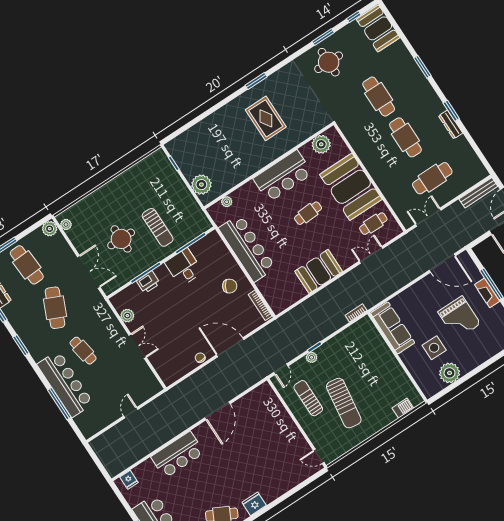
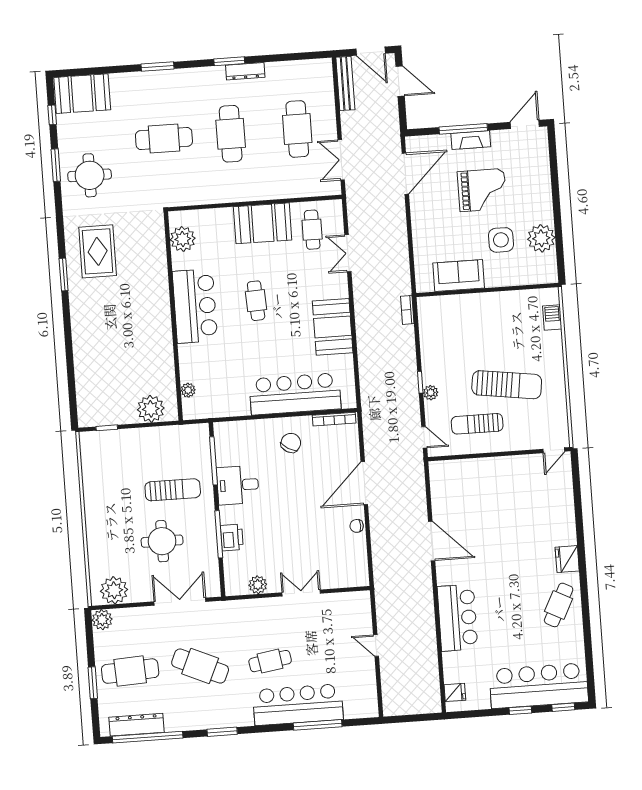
rug: (266, 118) -> (98, 251), moved, turned 90
cafe table: (405, 137) -> (231, 134), turned 90
booth: (351, 187) -> (263, 223), width x0.73, depth x0.70
plant: (66, 225) -> (114, 590), width x1.88, depth x1.88
bar counter: (247, 248) -> (295, 394), moved
sofa: (393, 328) -> (459, 276), width x0.73

